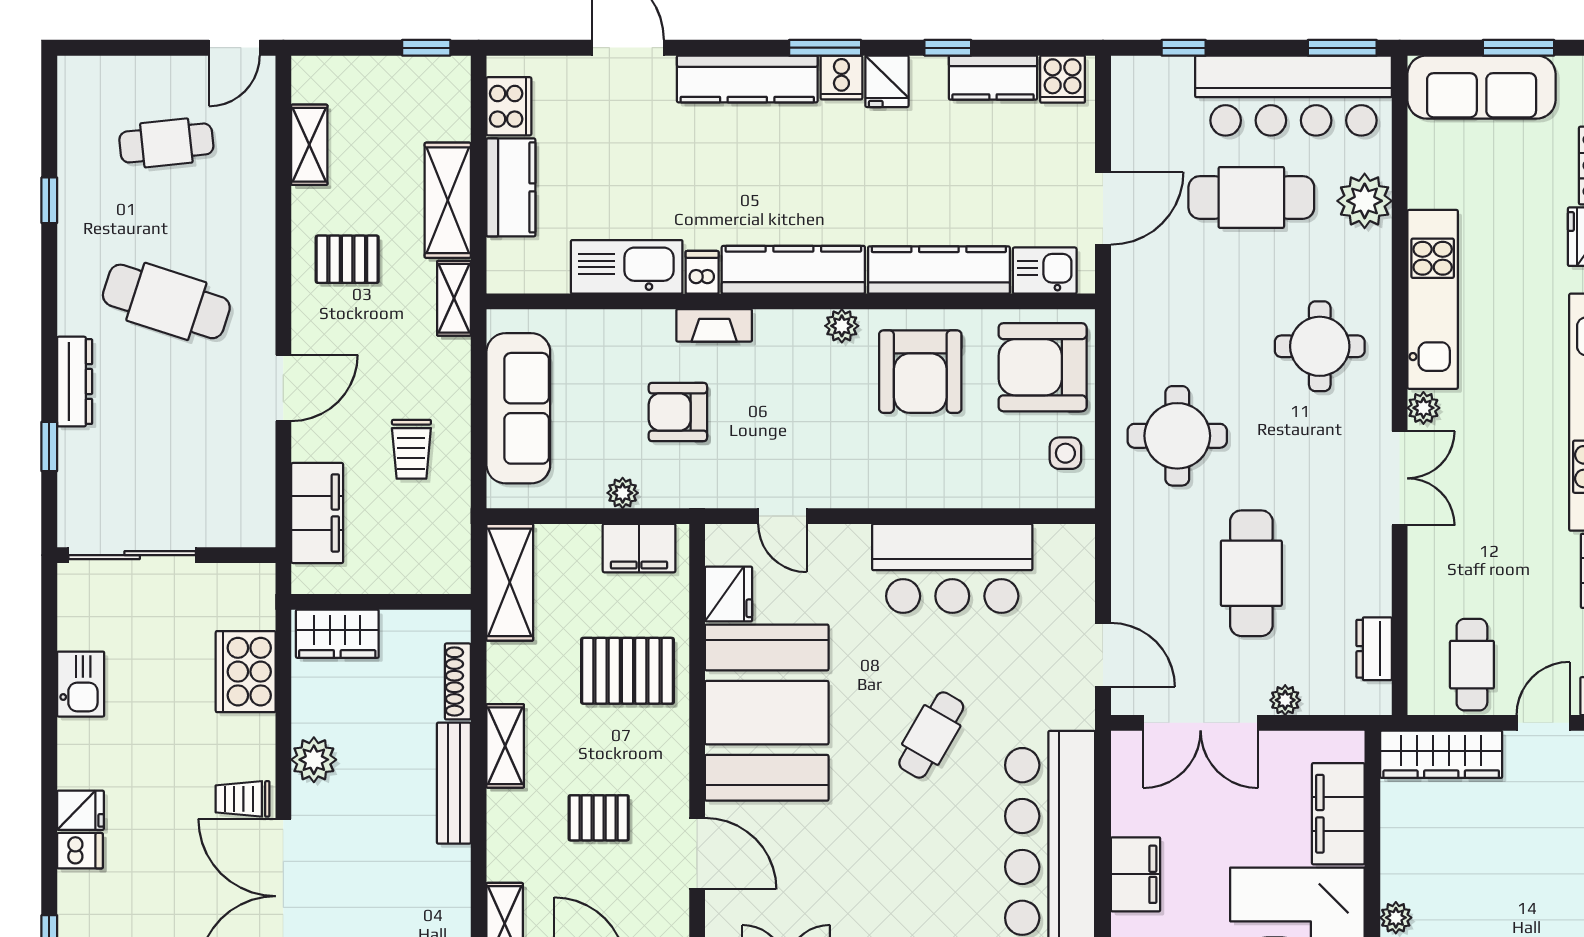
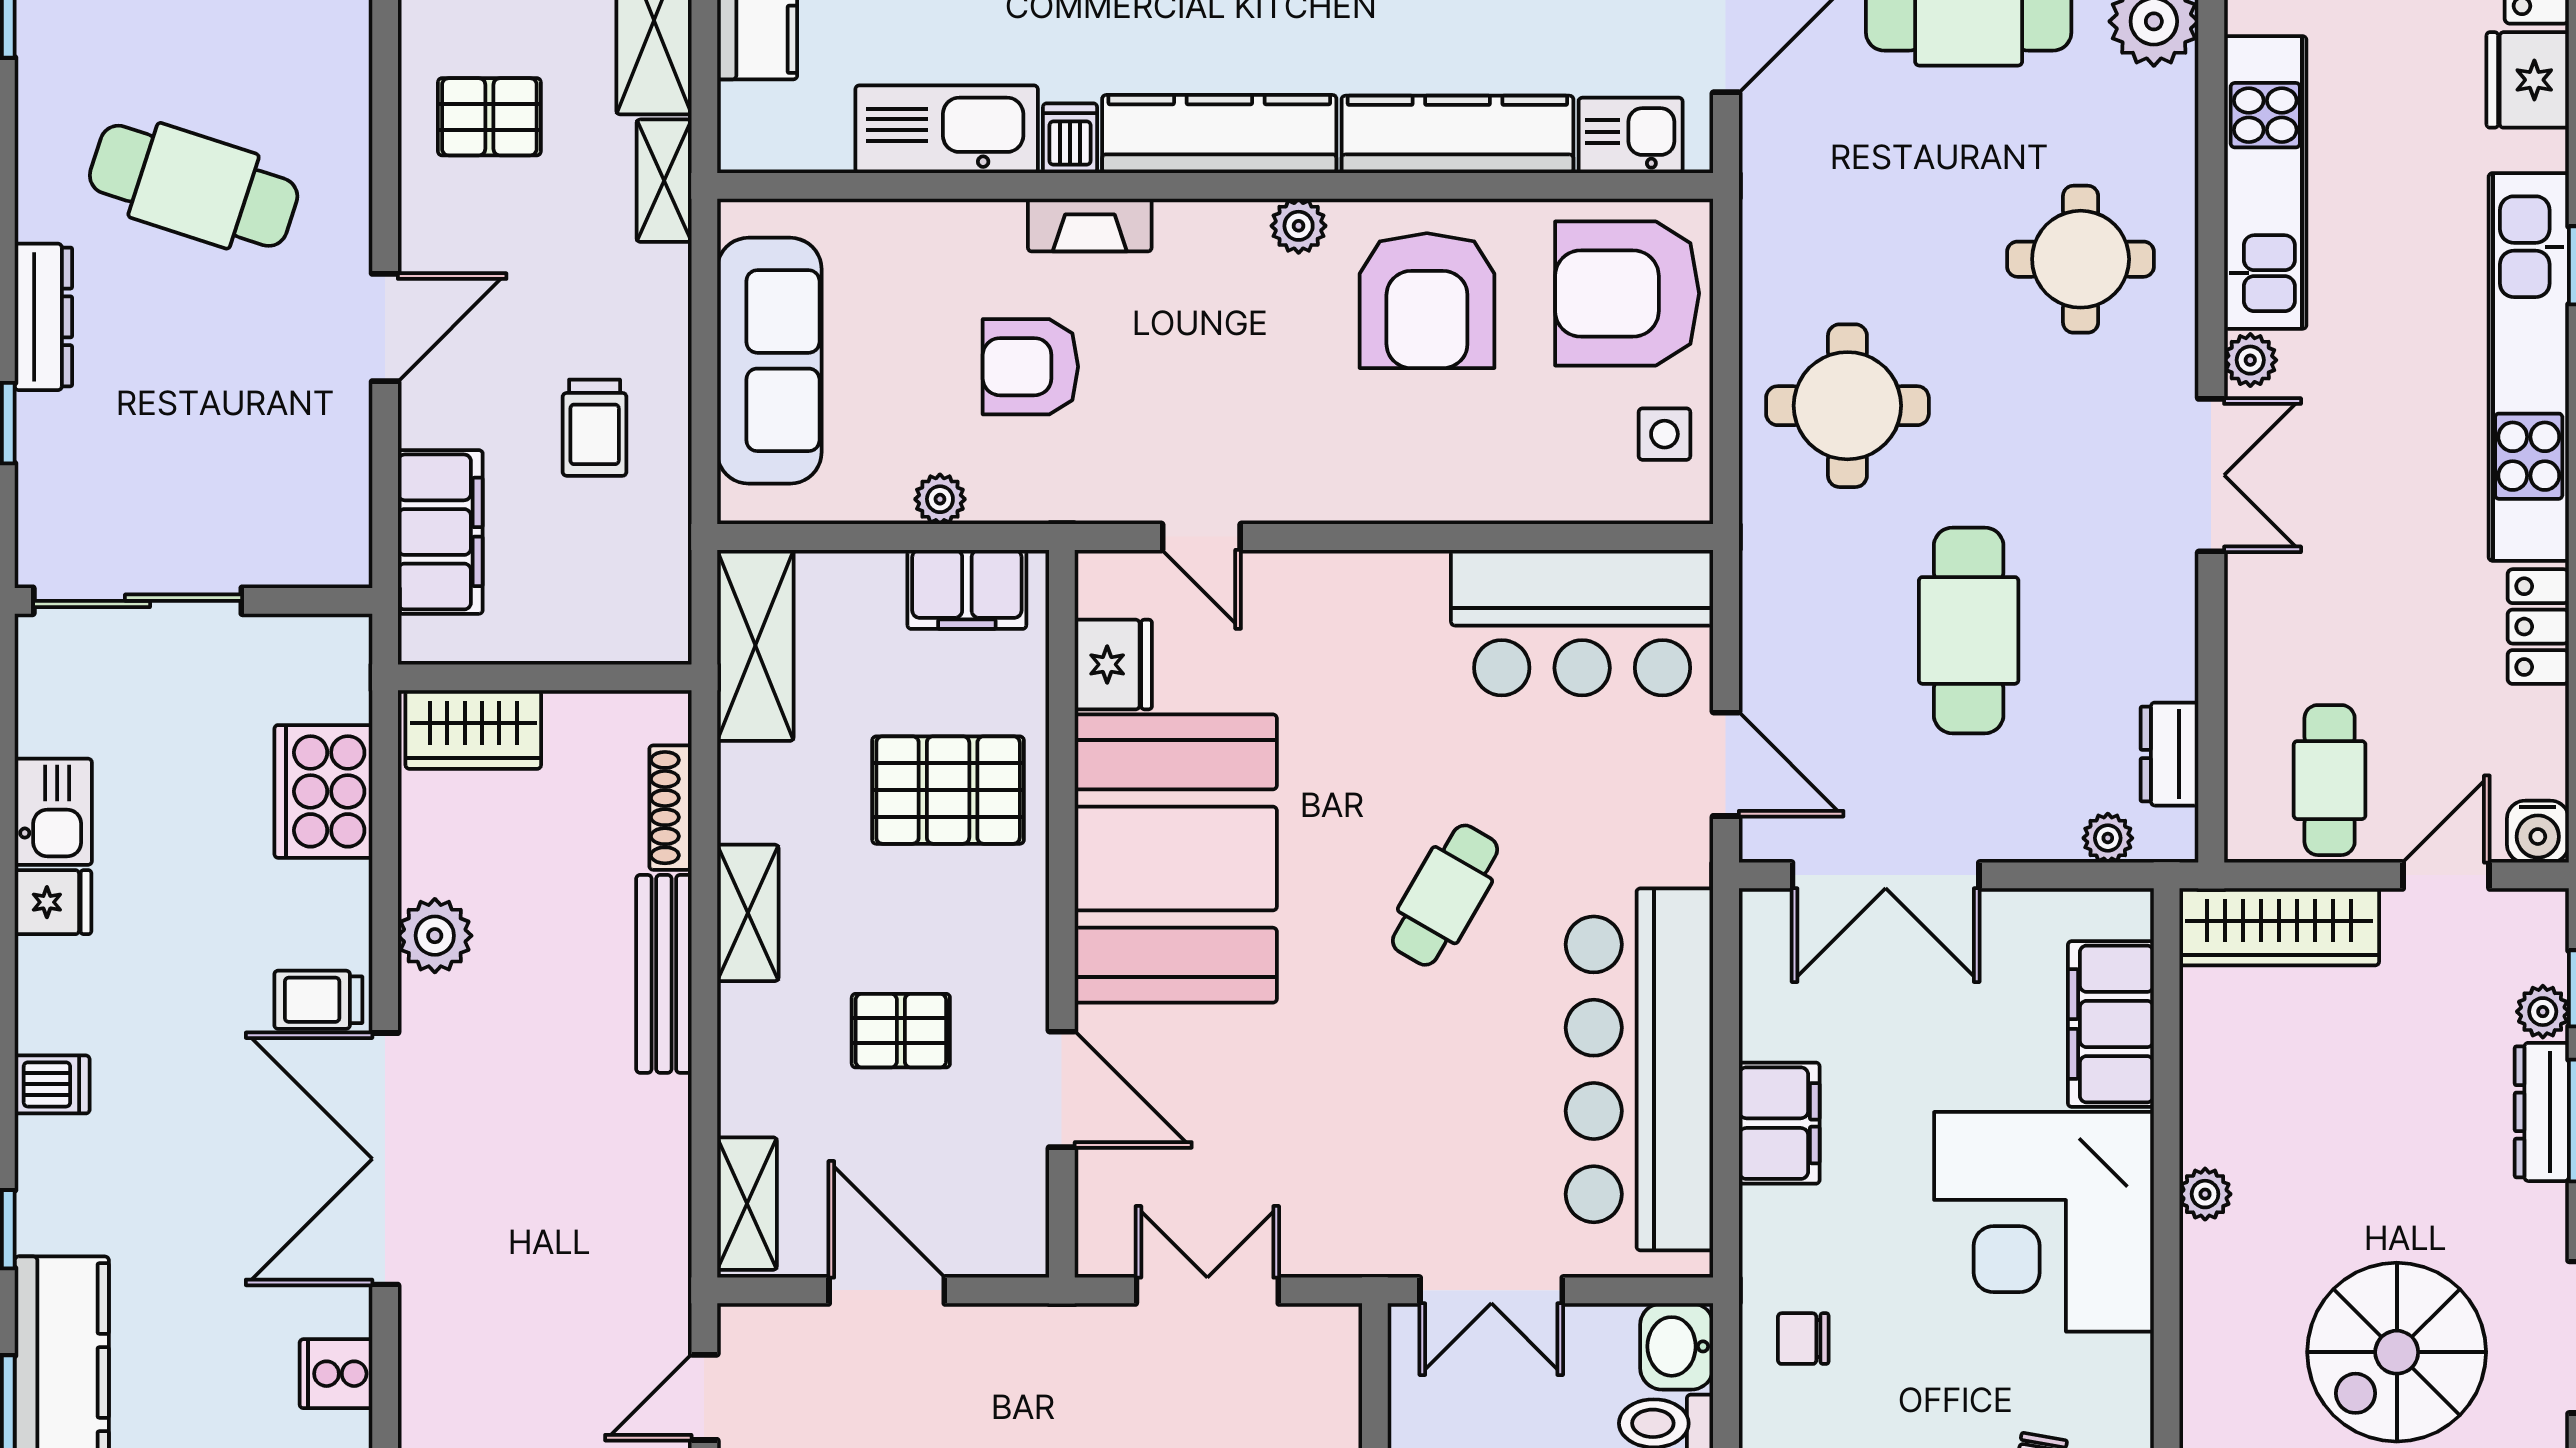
bar counter: (952, 568) -> (1582, 623), moved
plant: (1285, 700) -> (2108, 838), moved
fridge: (80, 810) -> (53, 902), moved

